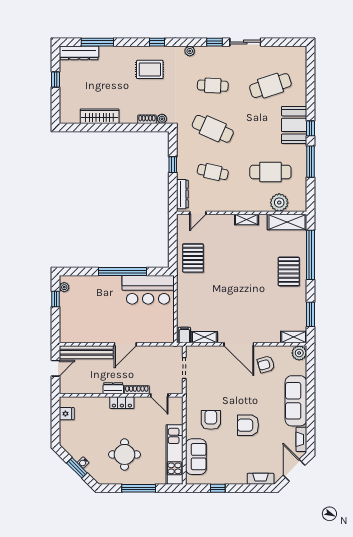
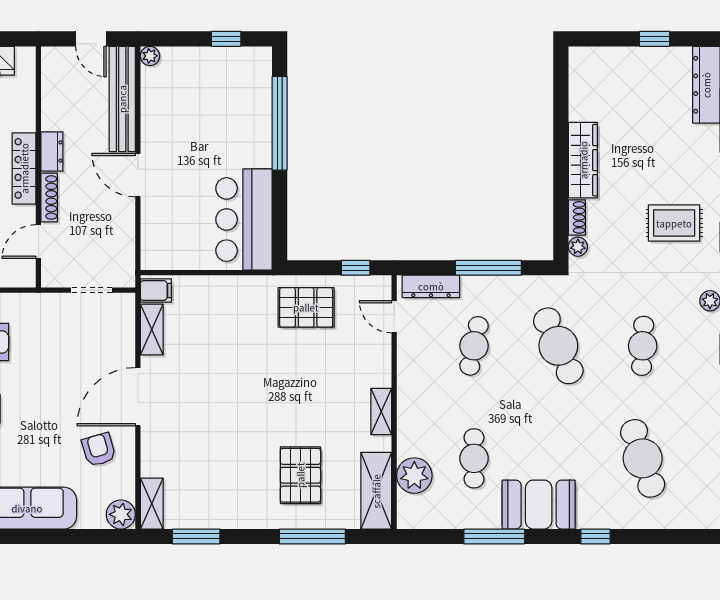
rug: (150, 69) -> (674, 223), turned 90
wardrobe: (100, 116) -> (583, 160), moved
booth: (294, 125) -> (539, 505), moved
window: (310, 128) -> (595, 536), moved
cafe table: (213, 129) -> (558, 346), turned -48
window: (173, 165) -> (488, 268), width x2.17
cafe table: (270, 172) -> (474, 458), width x0.73, depth x0.74
window: (173, 233) -> (356, 268), added
window: (310, 255) -> (312, 536), width x0.68
pallet: (289, 271) -> (300, 475), moved, turned 90
window: (123, 272) -> (280, 123), moved
plant: (64, 287) -> (150, 56), moved
locker: (122, 403) -> (24, 168), width x1.53

